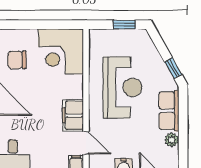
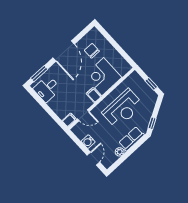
corner desk: (61, 51) -> (103, 77), moved
filing cabinet: (73, 115) -> (94, 95), width x0.50
door: (86, 143) -> (83, 115), hinge flipped

